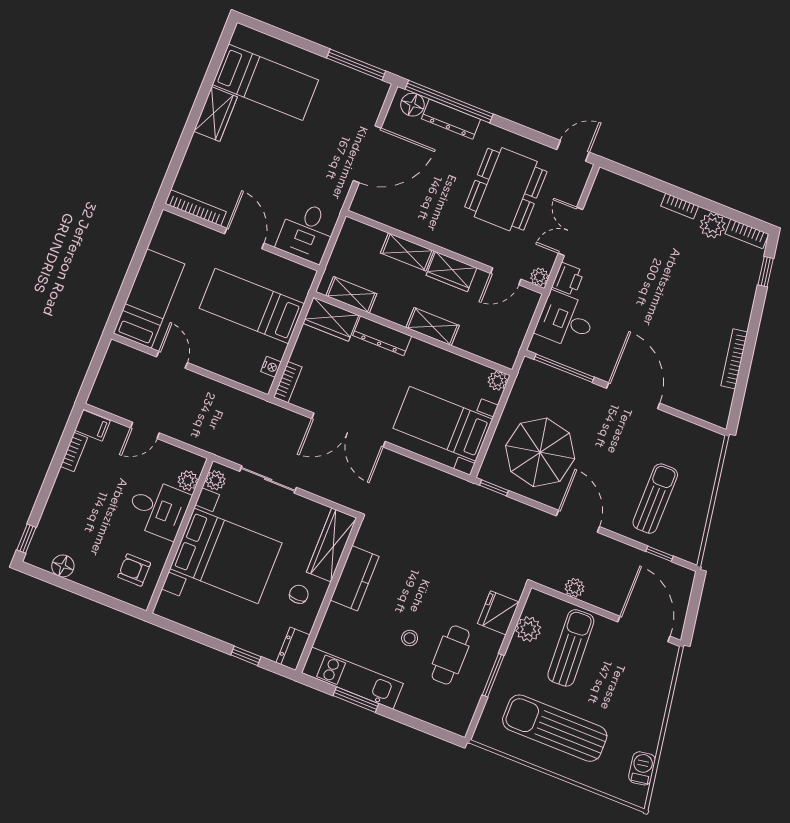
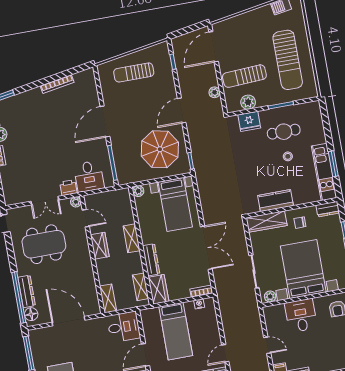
shelving: (407, 252) -> (108, 298), moved
plant: (188, 481) -> (279, 310), removed
sun lounger: (655, 499) -> (134, 72), moved

